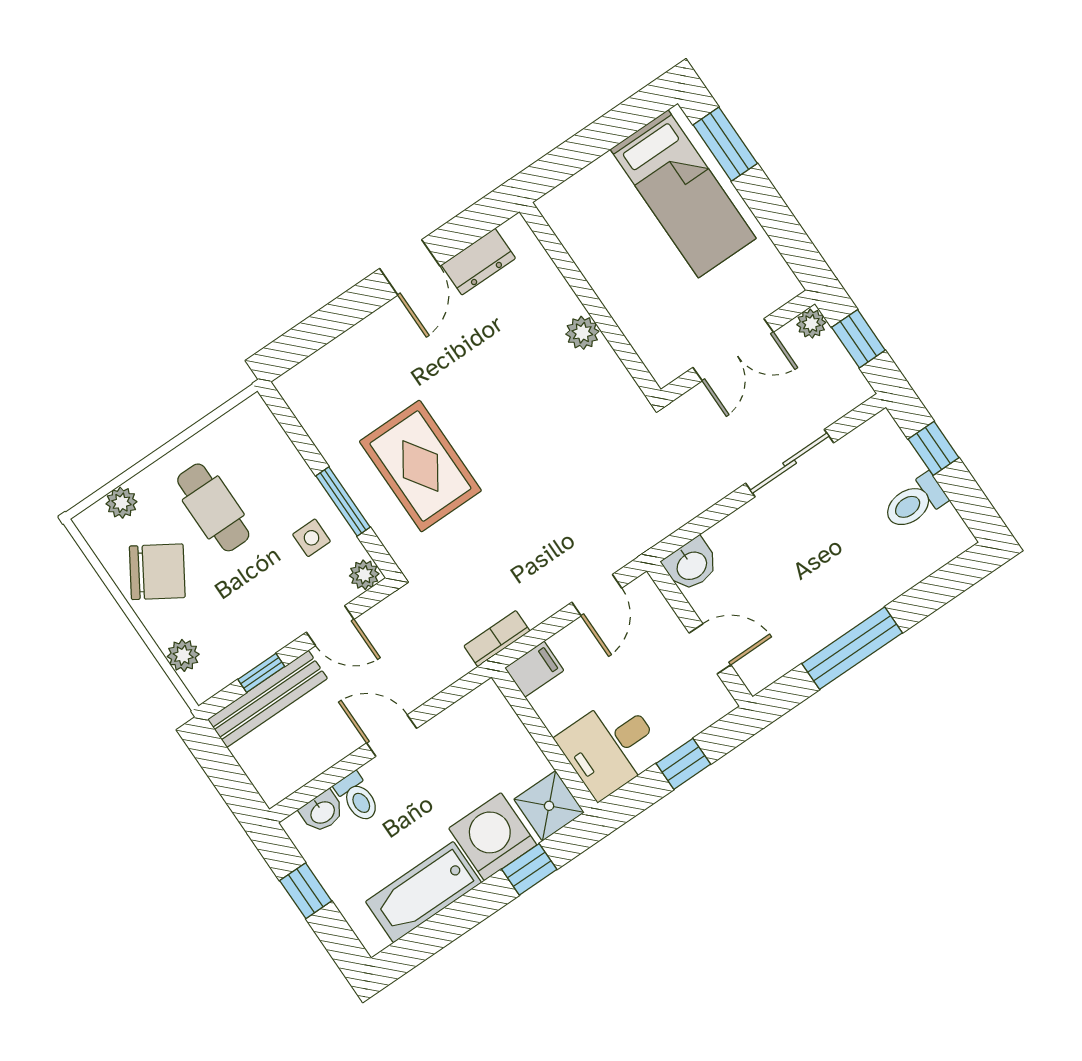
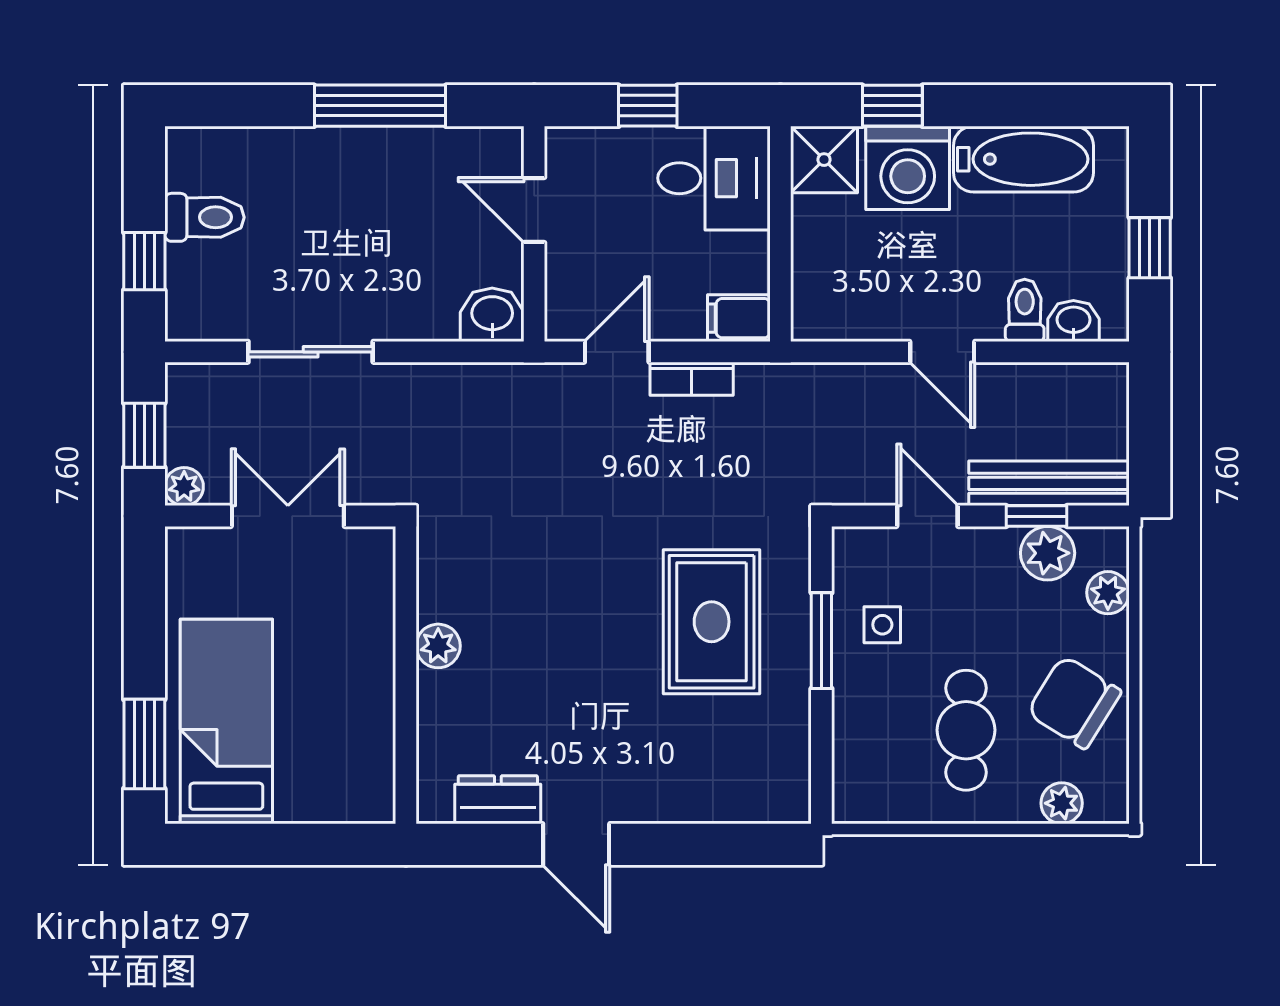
door: (410, 267) -> (576, 844), swing flipped
plant: (364, 575) -> (1048, 553), moved, width x1.38, depth x1.38
bookcase: (497, 639) -> (692, 379), moved

